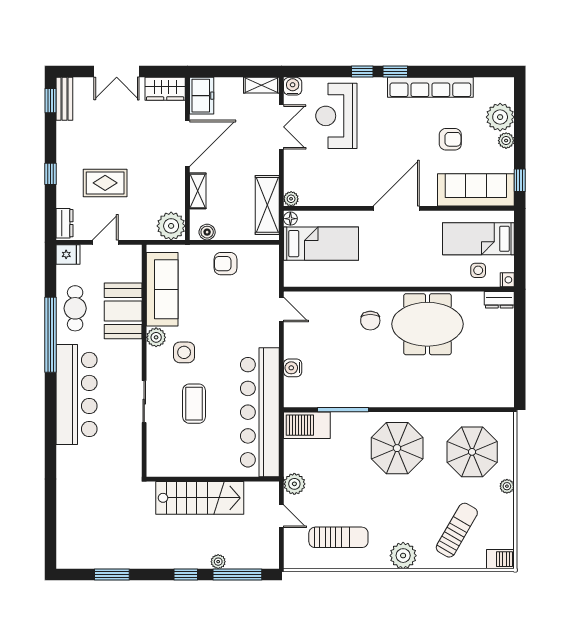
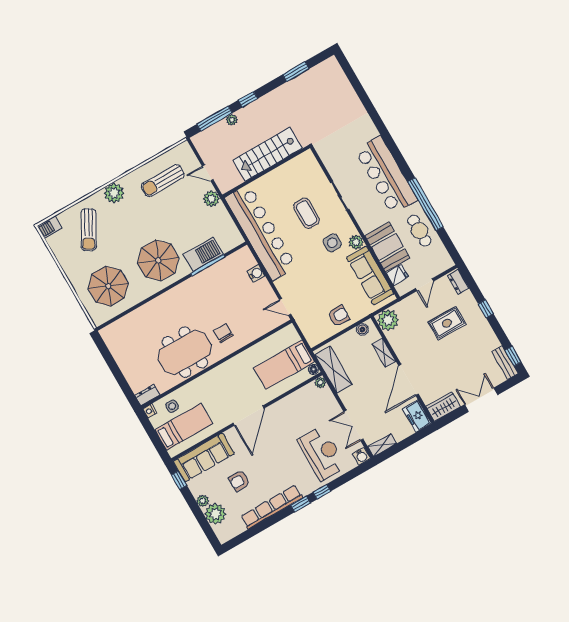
fridge: (68, 254) -> (397, 275), moved, turned 180
barbecue: (307, 425) -> (203, 254), moved
plant: (507, 486) -> (73, 277), removed

